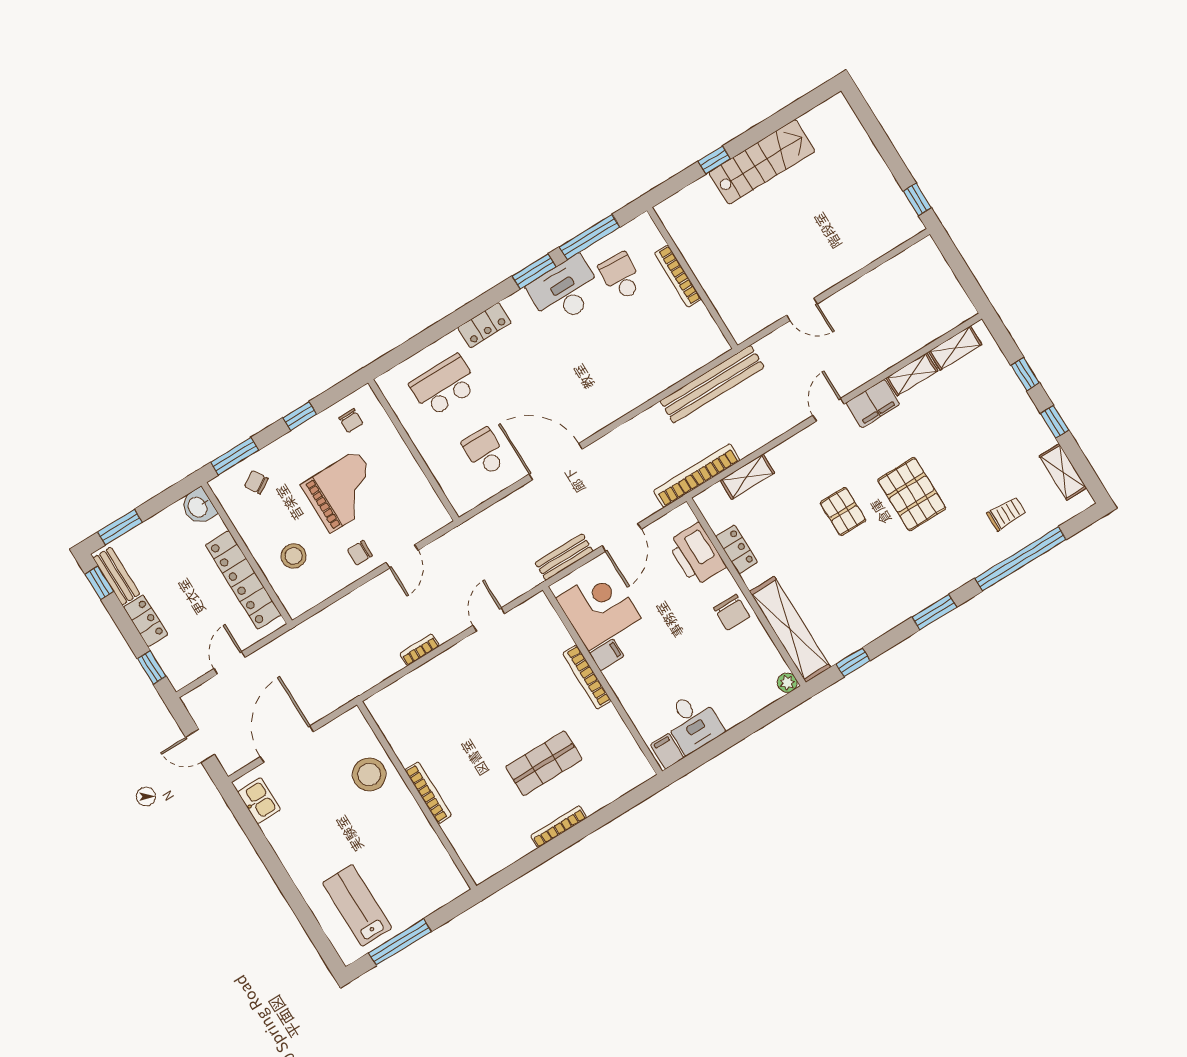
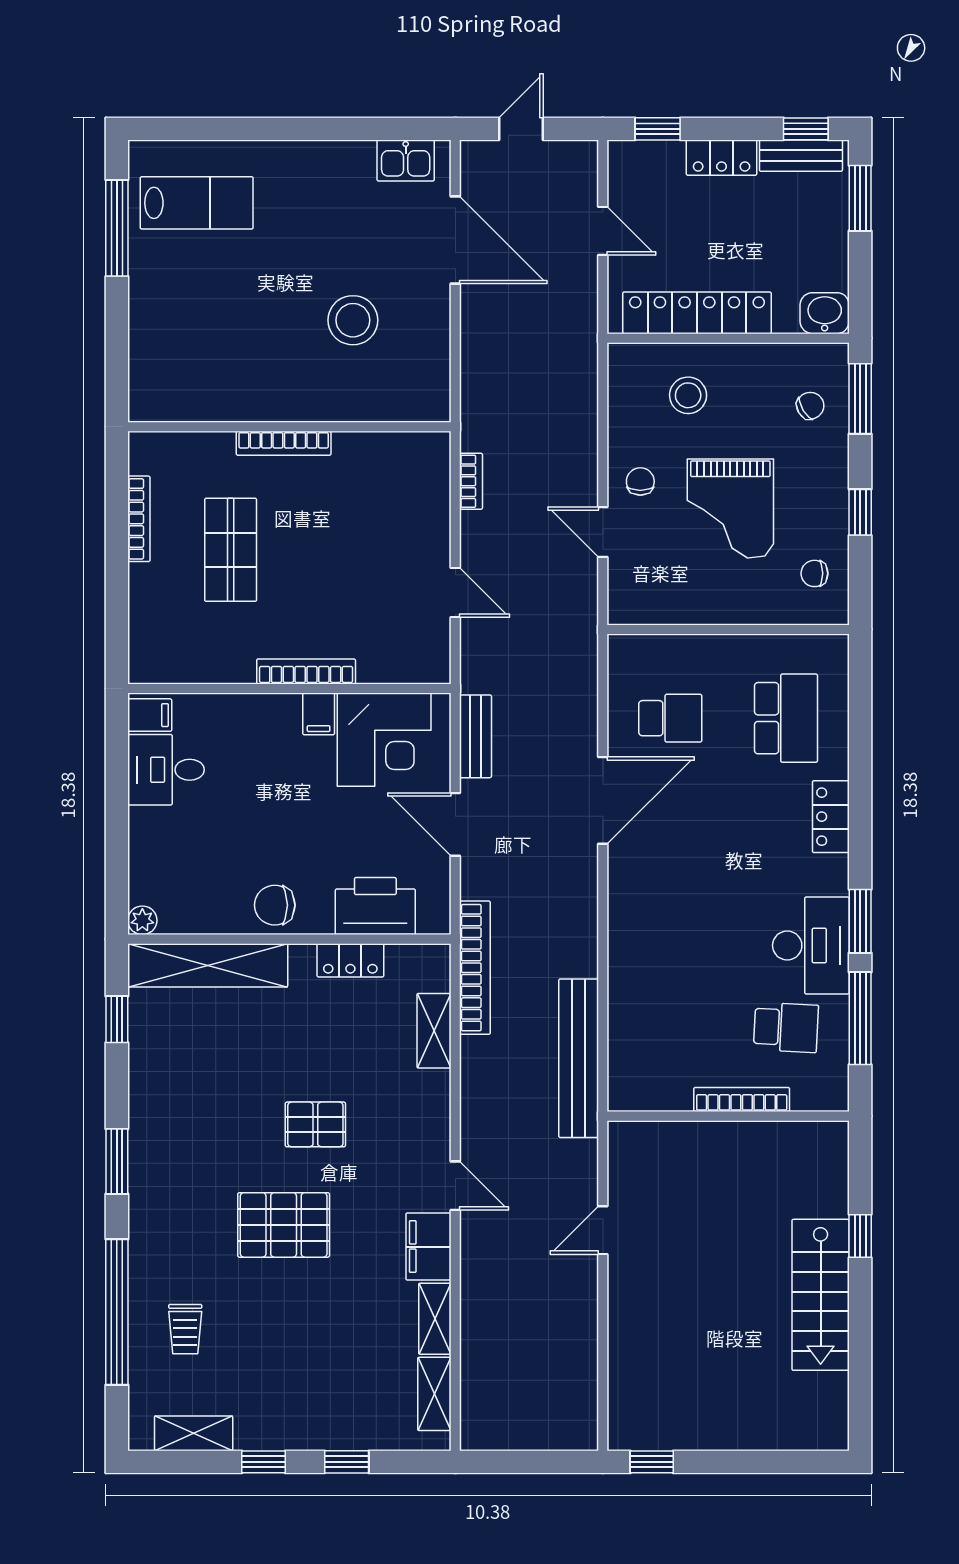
bookcase: (428, 793) -> (284, 443), moved
wall: (417, 795) -> (289, 427), moved

